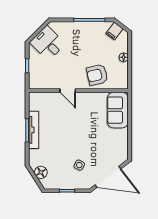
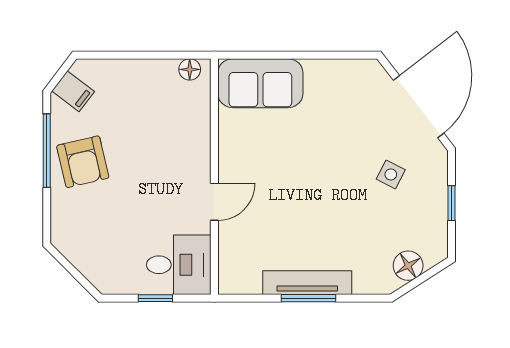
desk: (48, 43) -> (179, 265), moved, turned -135
floor lamp: (124, 57) -> (190, 69), moved
armchair: (97, 75) -> (83, 162), moved

